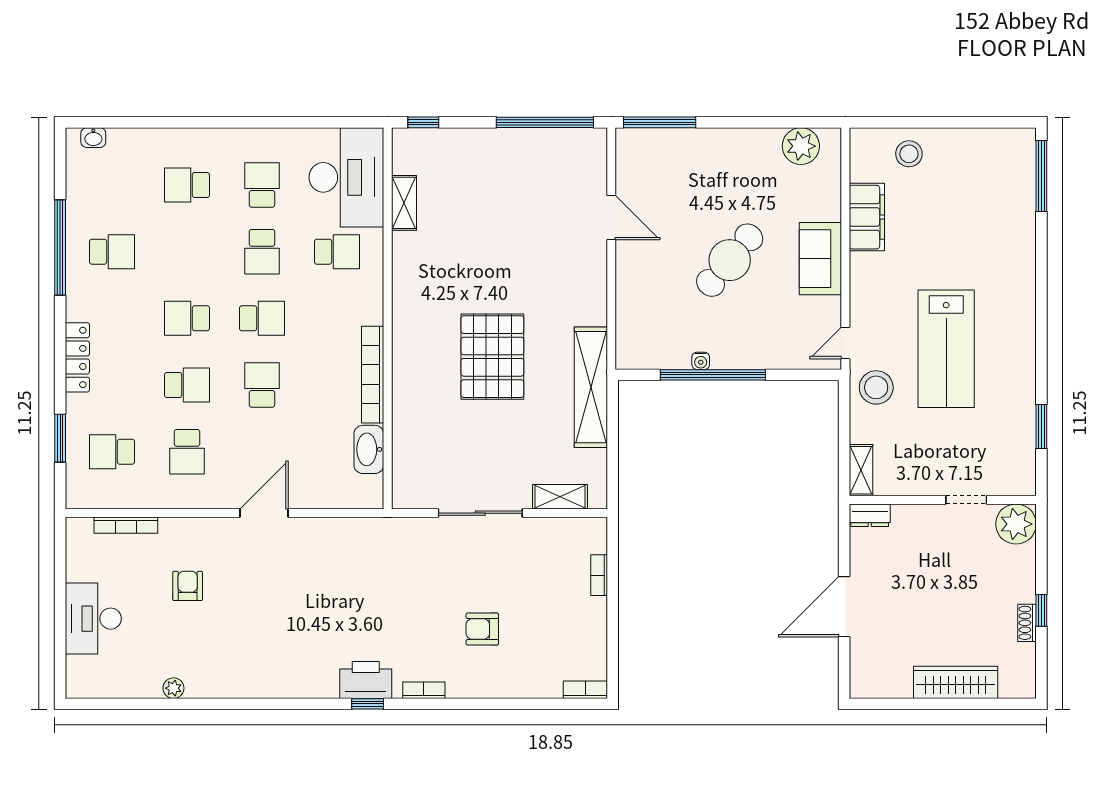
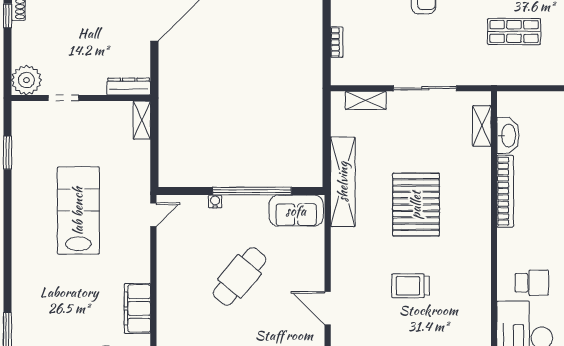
shelving: (404, 203) -> (482, 126), moved
trolley: (500, 247) -> (411, 286), added
school desk: (337, 252) -> (532, 283), turned 180
sofa: (820, 259) -> (296, 211), moved, turned 90
water cooler: (701, 361) -> (215, 201), moved
stool: (876, 387) -> (130, 182), removed
dresser: (870, 515) -> (129, 87), width x1.44
shop shelf: (361, 589) -> (514, 32), added

